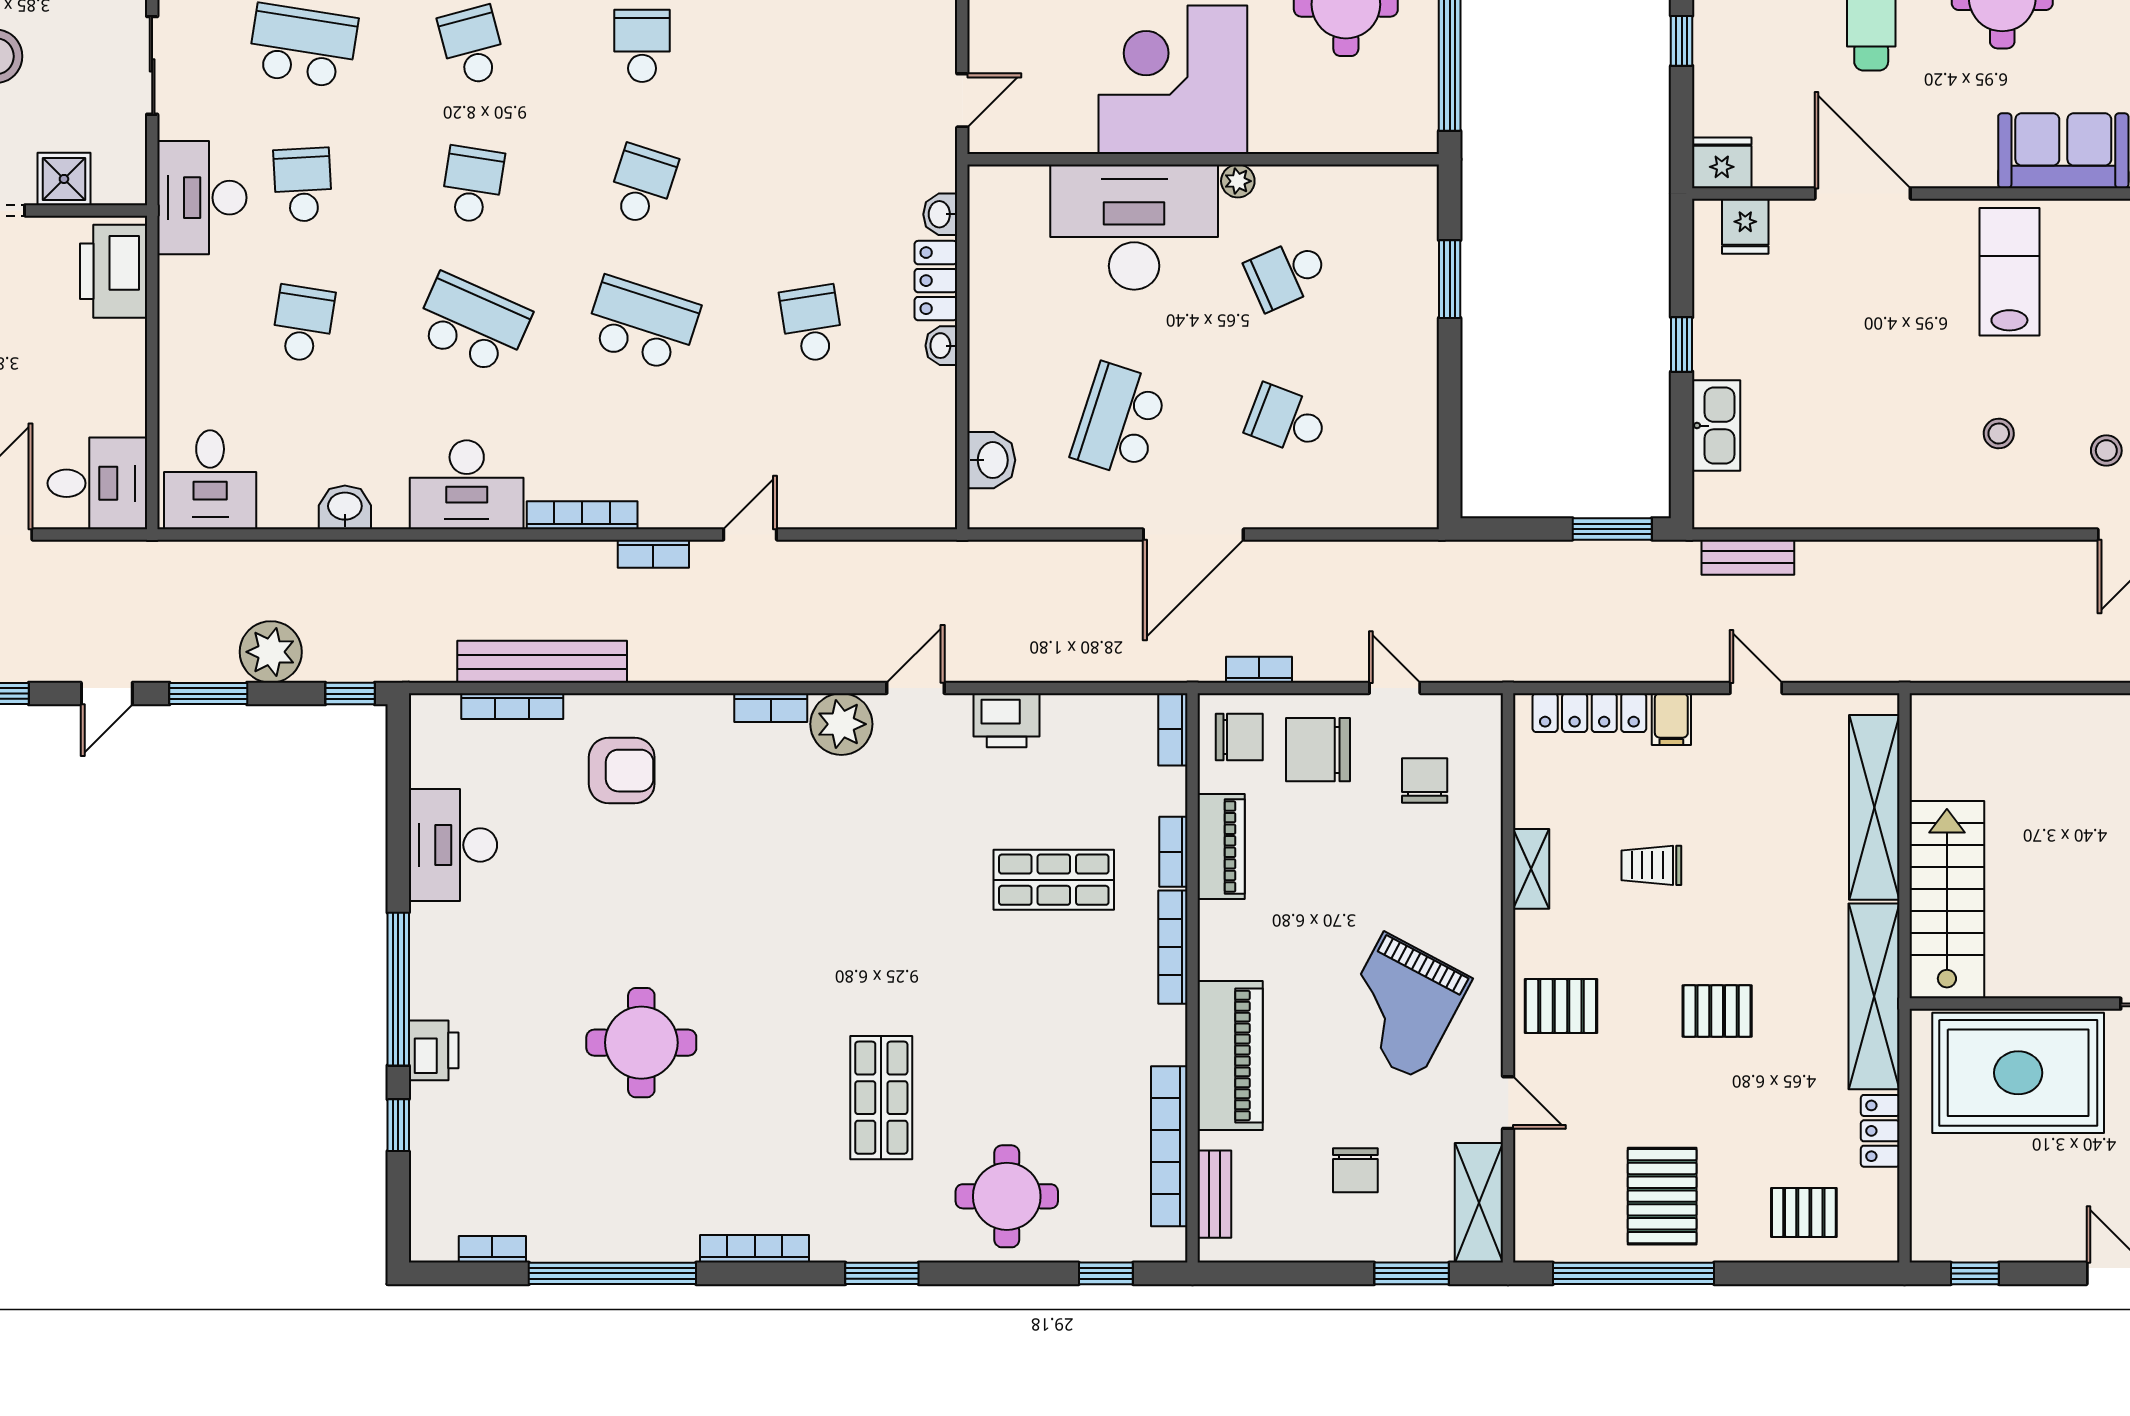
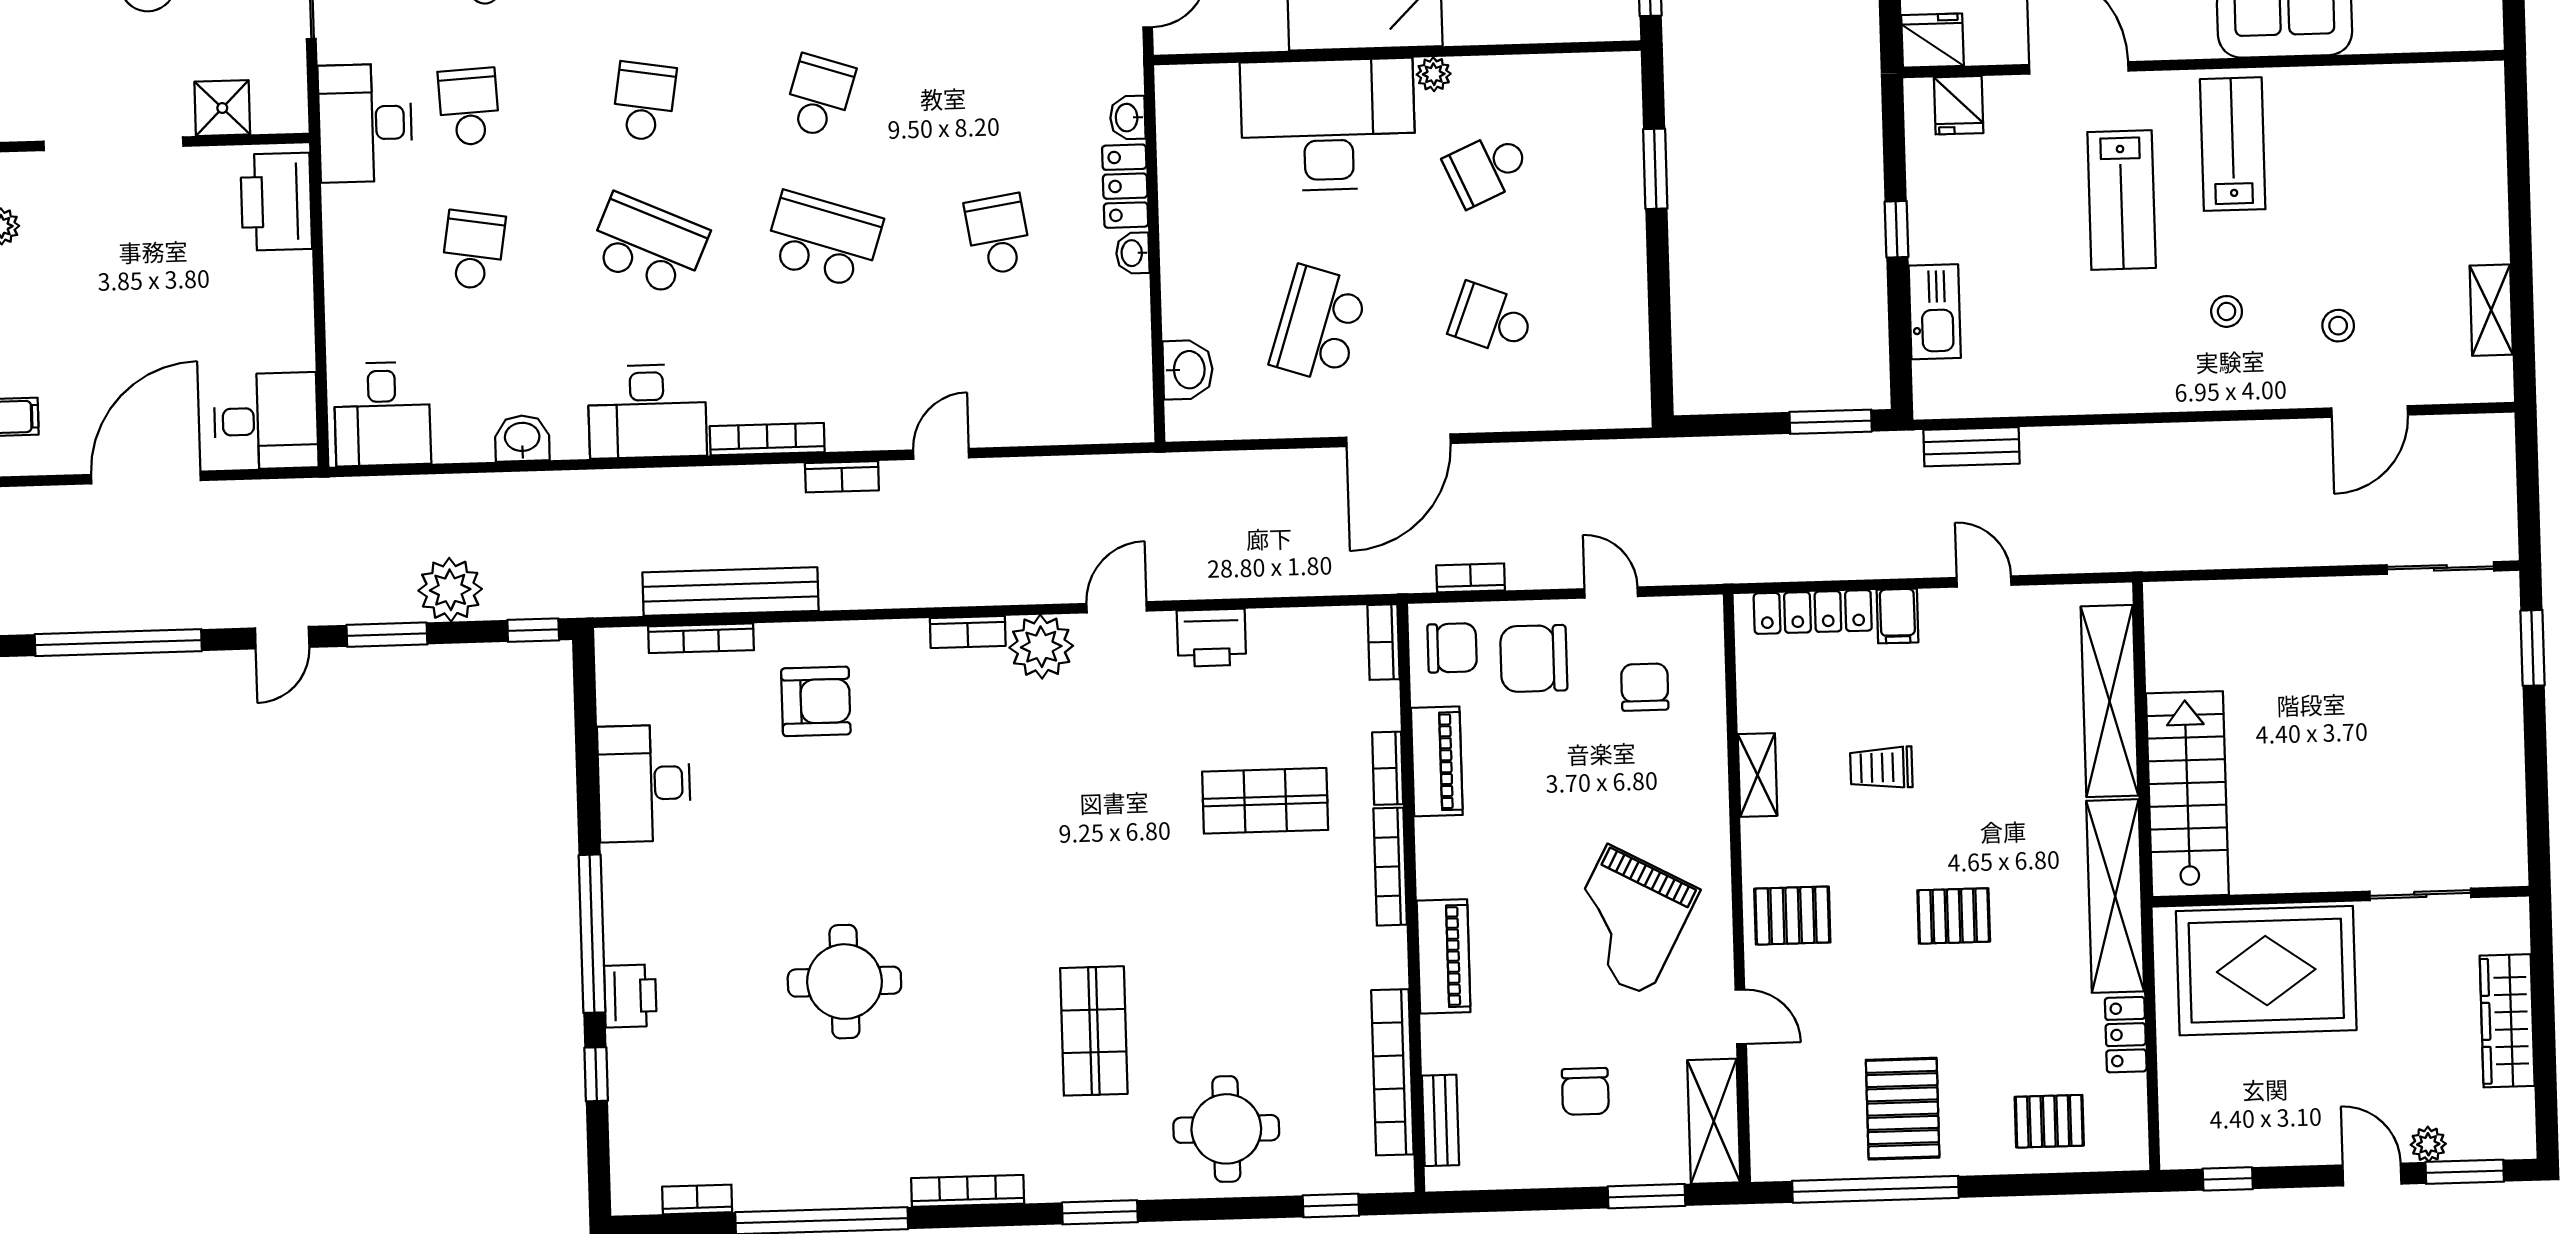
lab bench: (1900, 323) -> (2122, 200), added
piano: (1230, 1055) -> (1444, 956), width x0.73, depth x0.75

